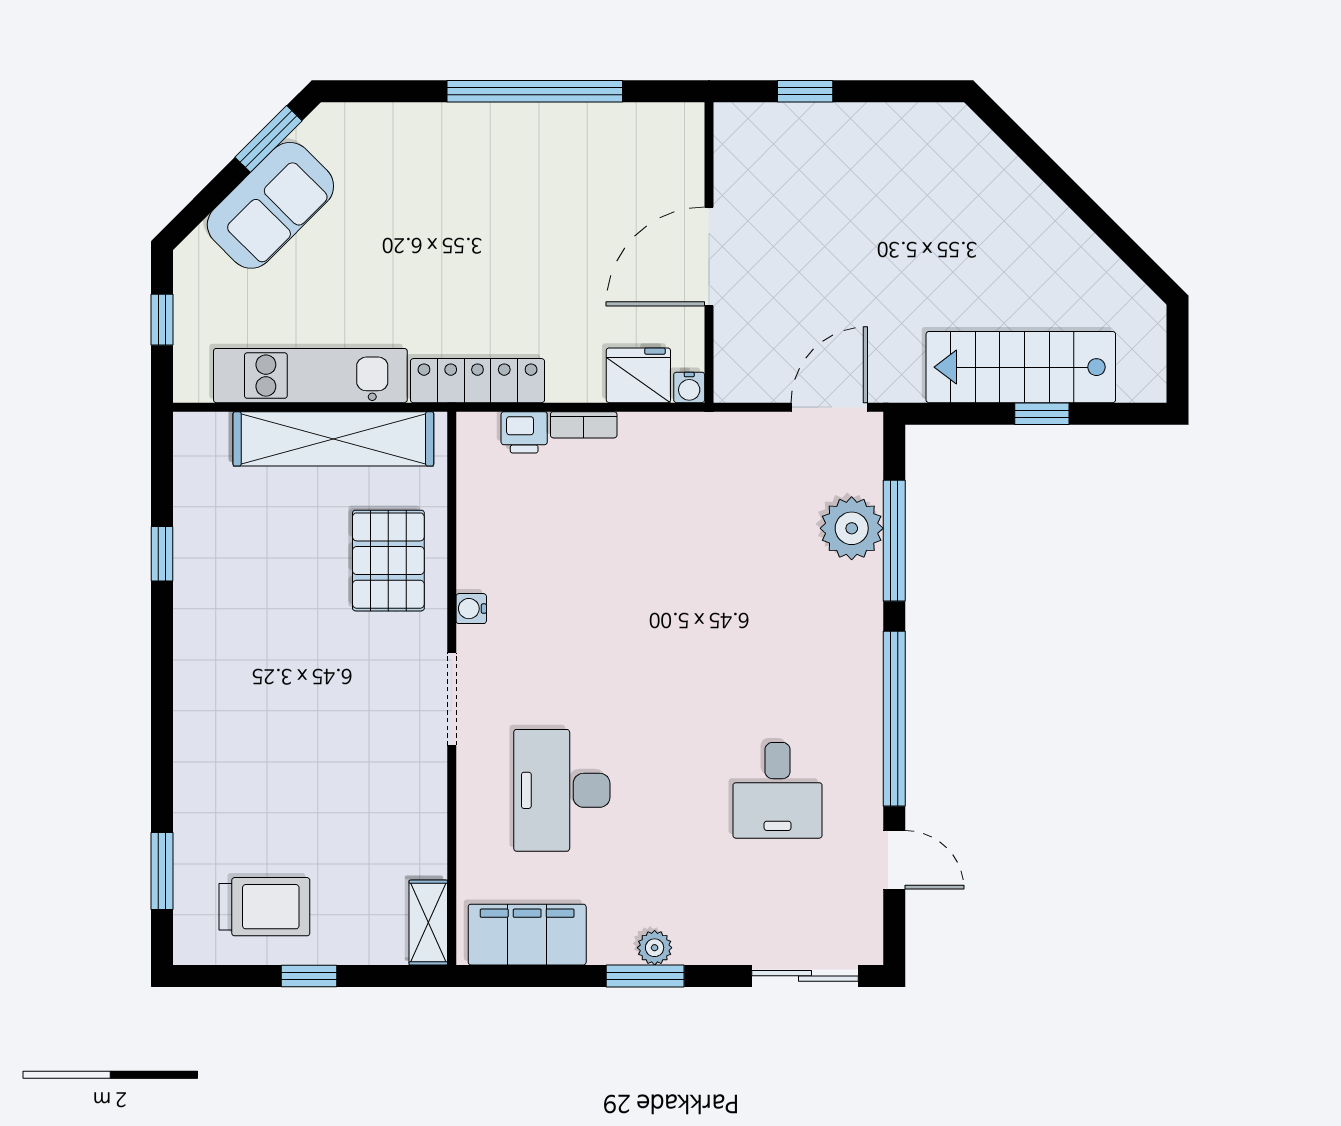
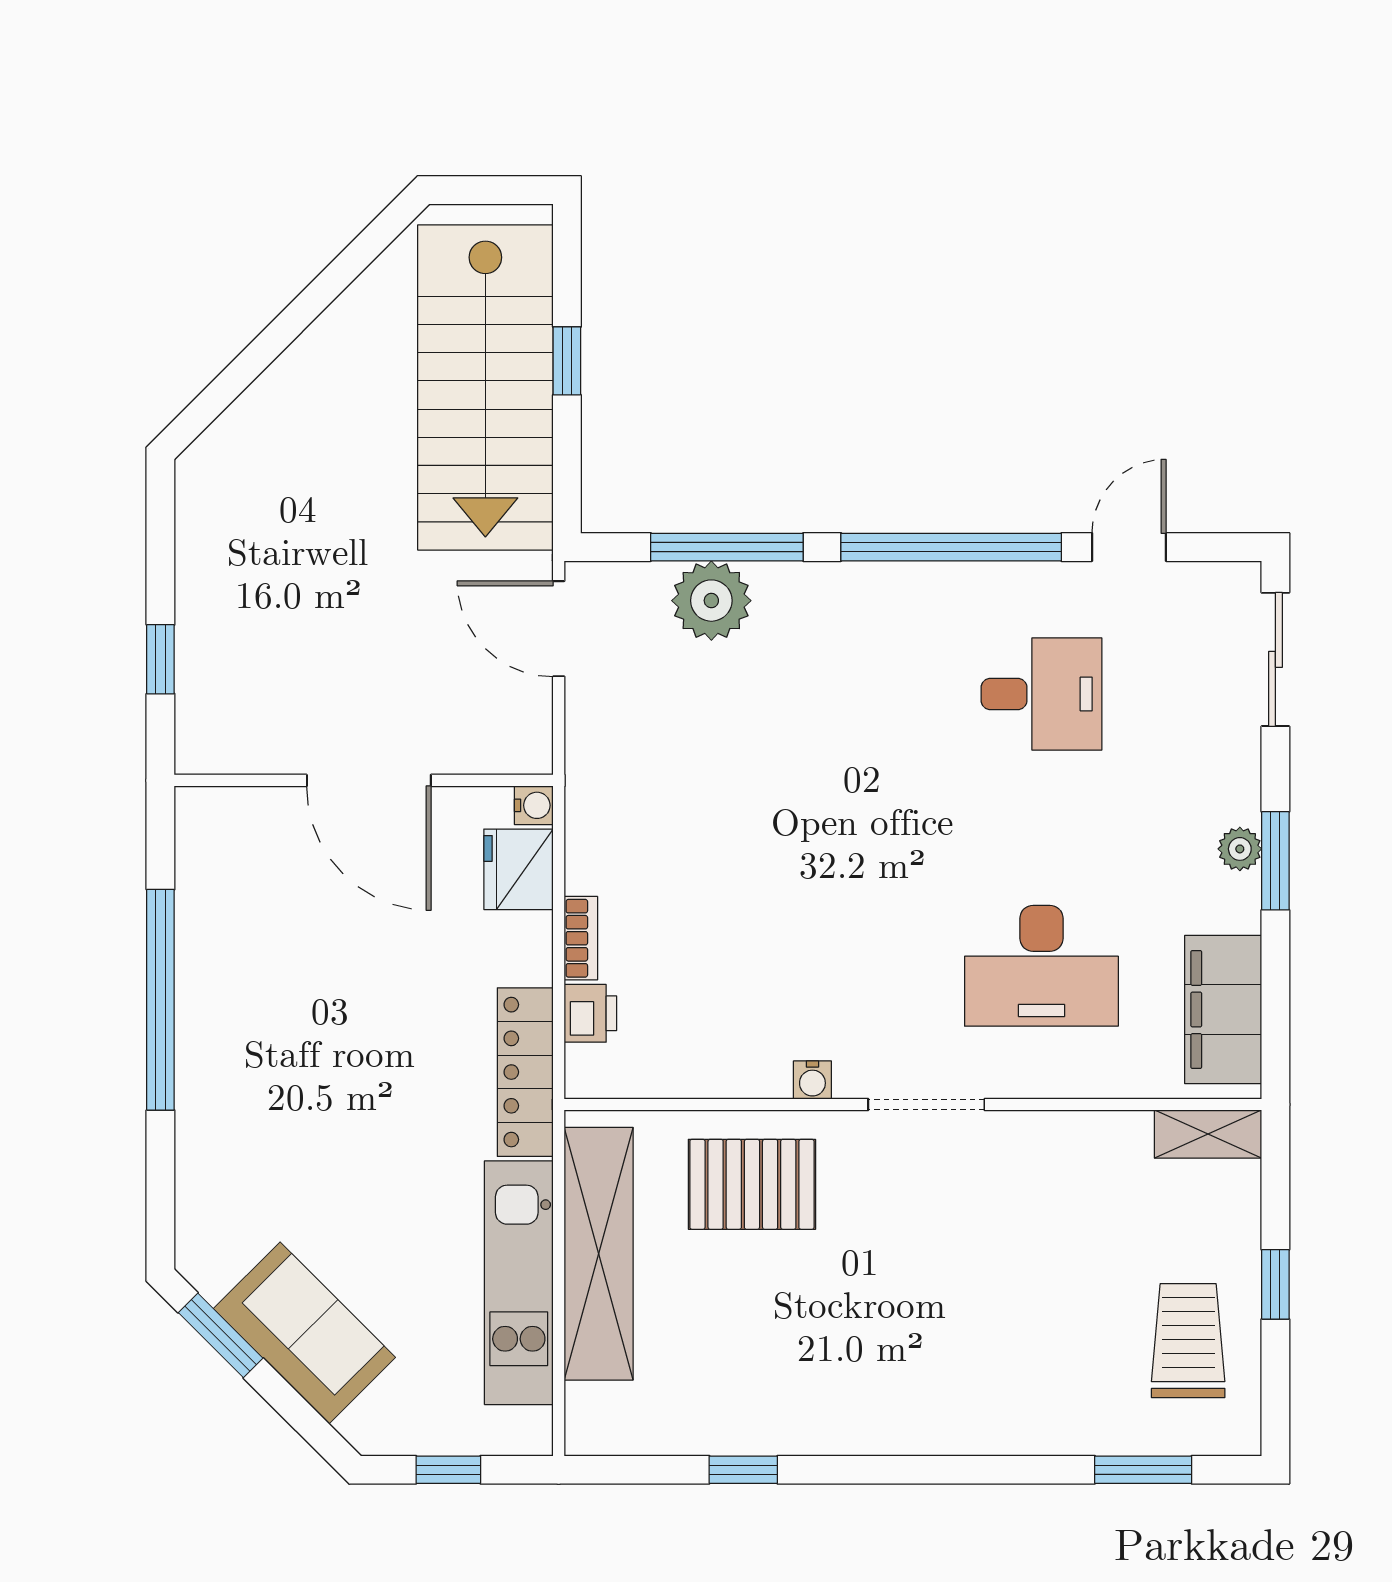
stairs: (1021, 367) -> (485, 387), width x1.36, depth x1.51

